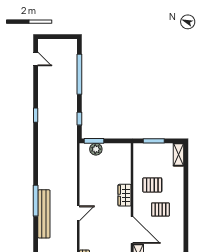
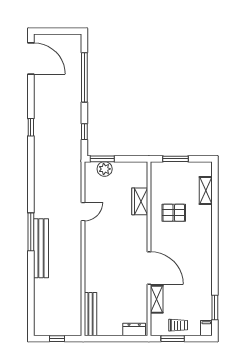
door: (36, 59) -> (31, 58), width x1.87
shelving: (178, 155) -> (206, 190), moved
wardrobe: (125, 195) -> (140, 201), moved
pallet: (160, 210) -> (184, 243), removed
door: (78, 213) -> (83, 212), moved

